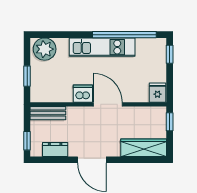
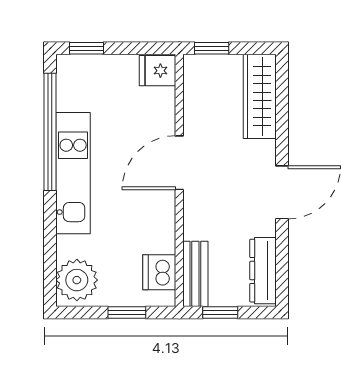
dishwasher: (83, 94) -> (159, 272), moved
window: (27, 141) -> (220, 313), moved
dresser: (55, 150) -> (263, 271), width x1.44

